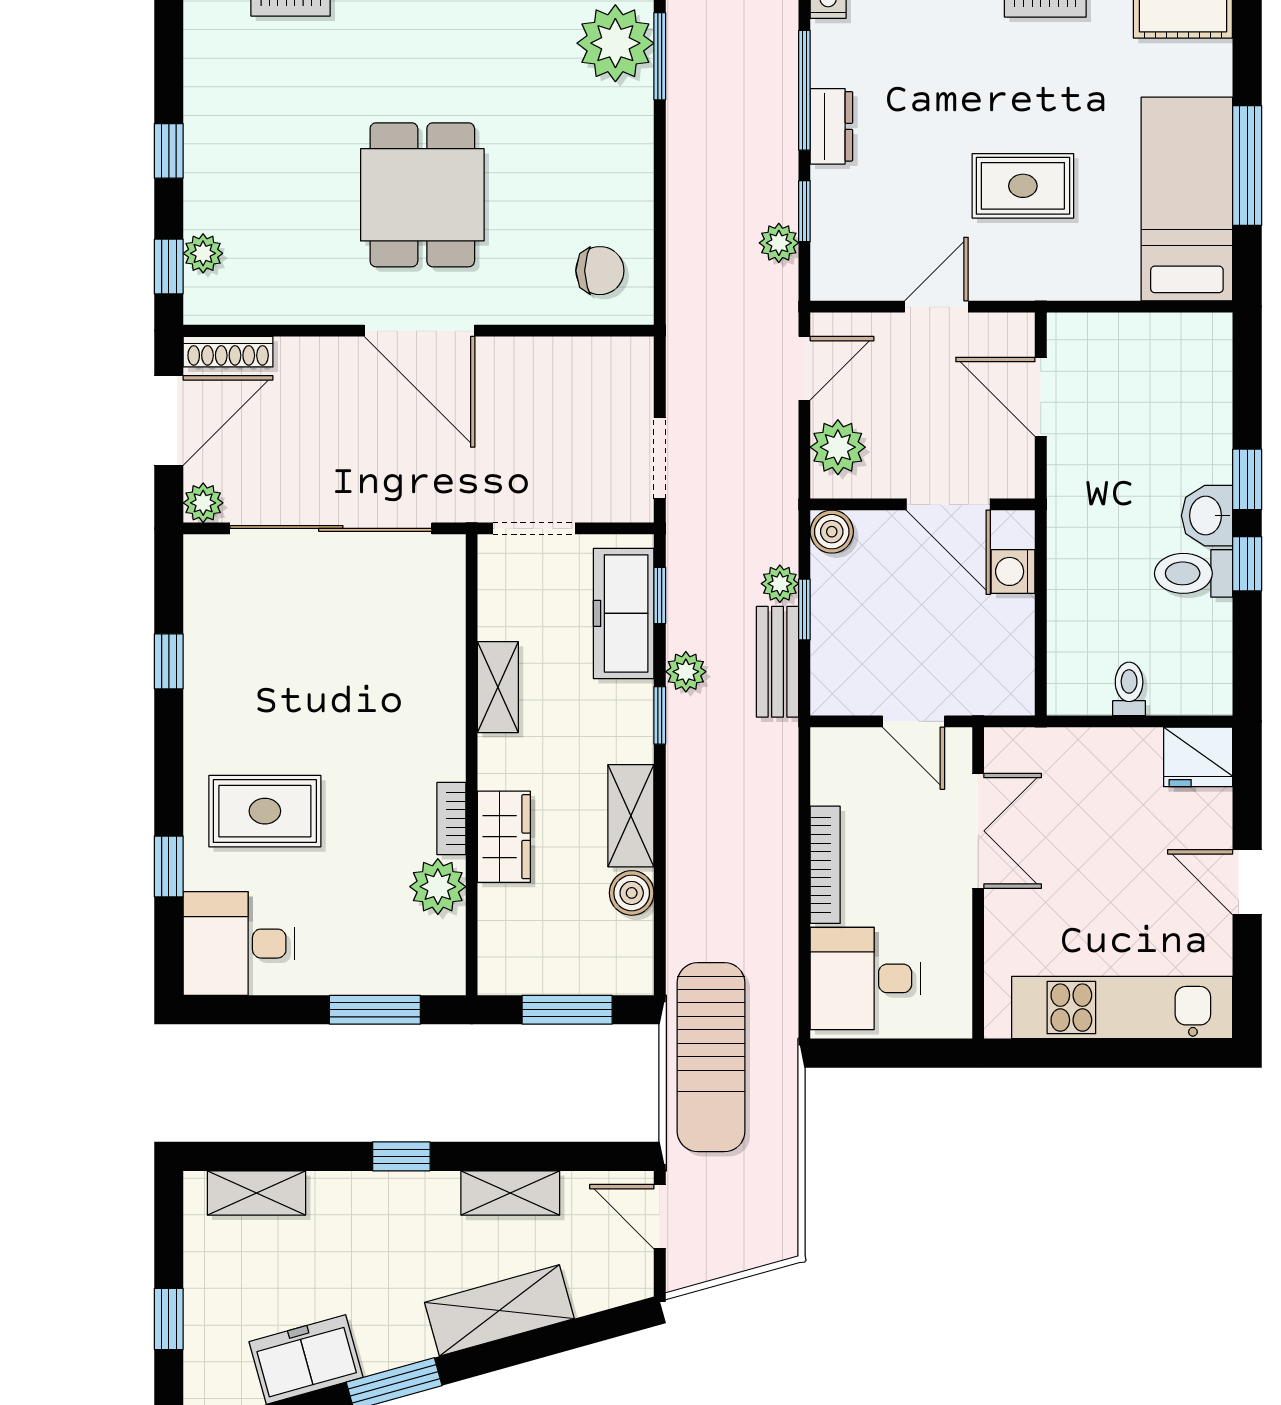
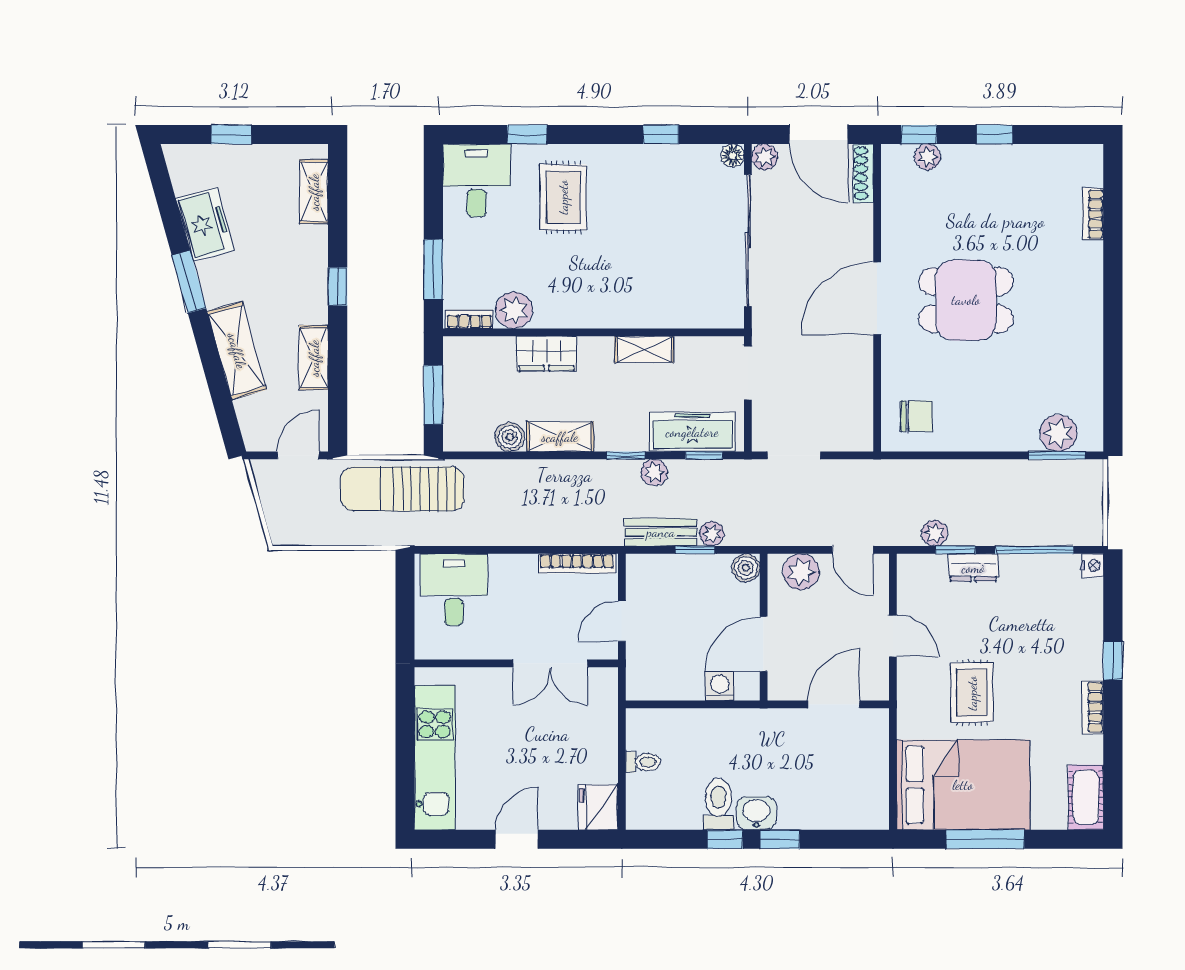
plant: (615, 43) -> (1058, 433), width x0.73, depth x0.73
dresser: (831, 126) -> (973, 568), moved
bed: (1187, 199) -> (963, 785), width x1.50
chair: (600, 271) -> (916, 416), turned -90
floor lamp: (201, 552) -> (733, 156), added
bookcase: (451, 818) -> (469, 319), moved
bookcase: (825, 865) -> (577, 563), moved

